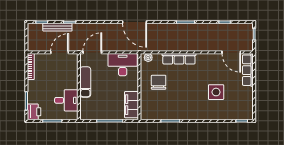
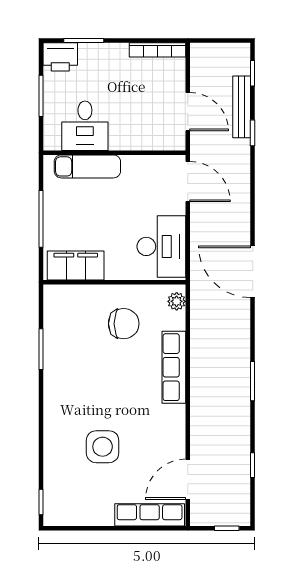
door: (134, 22) -> (253, 272), hinge flipped
exam couch: (85, 82) -> (87, 166), moved

